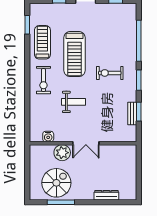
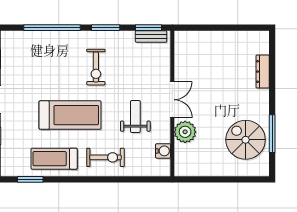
water cooler: (48, 137) -> (163, 151), moved
wall: (83, 143) -> (172, 103), moved
double door: (86, 143) -> (172, 100), moved
plant: (62, 153) -> (185, 132), moved

